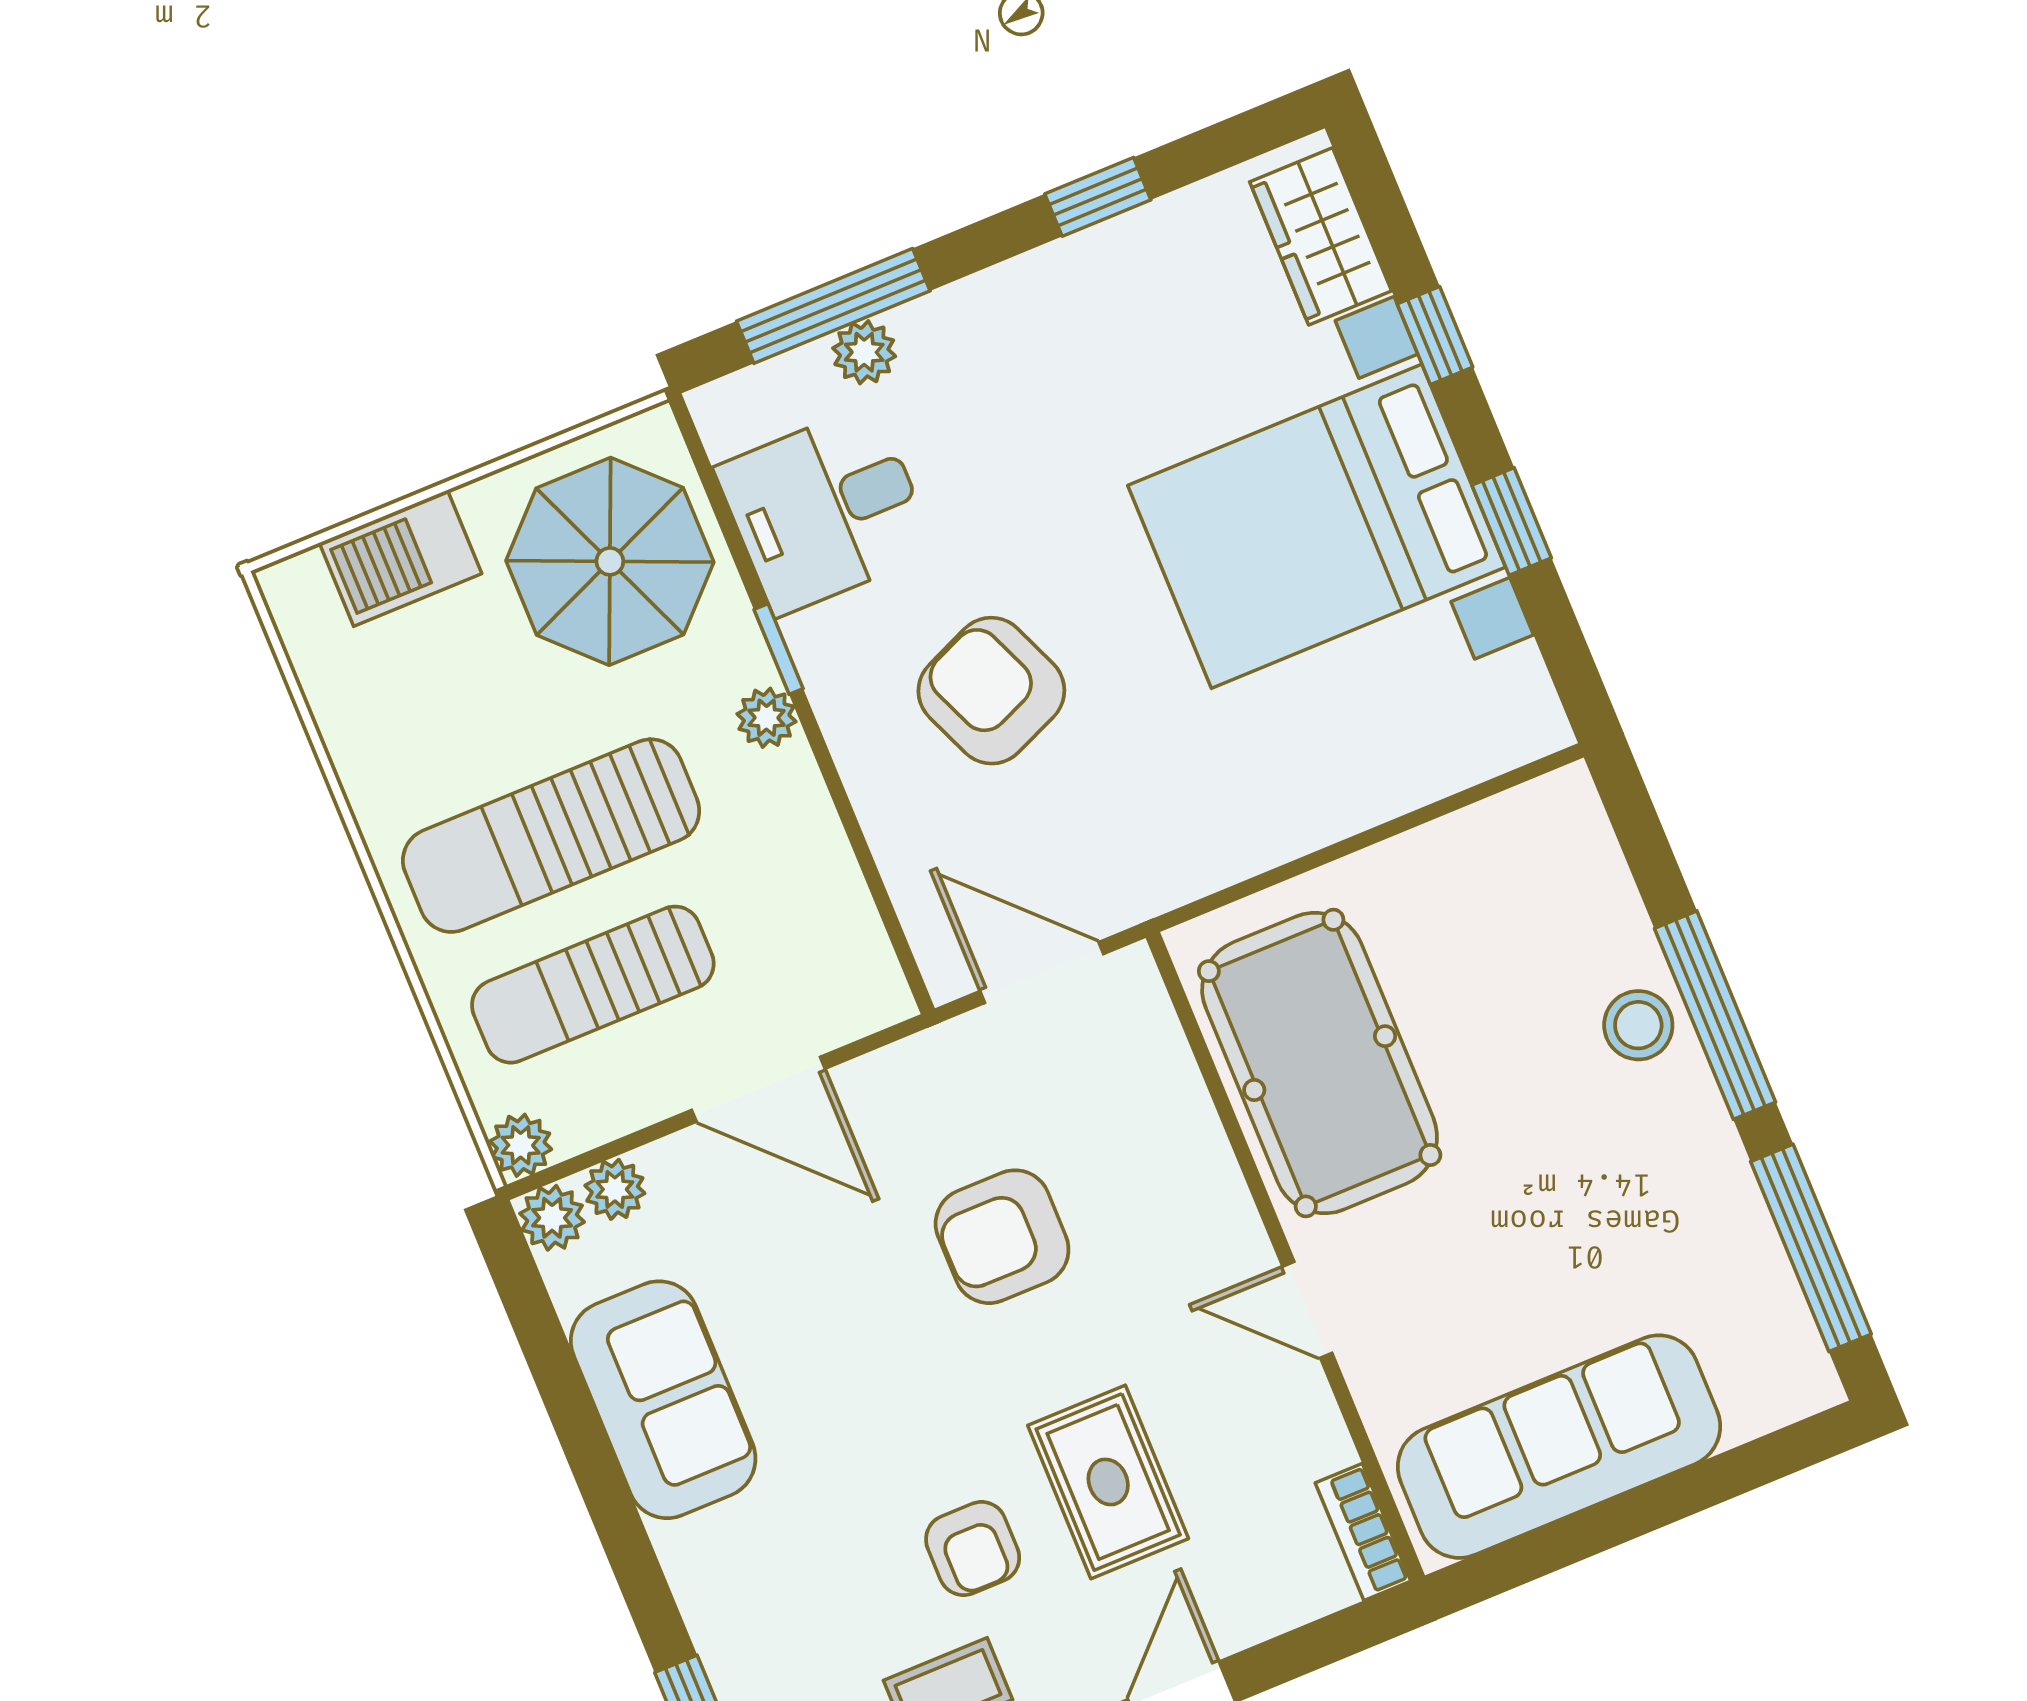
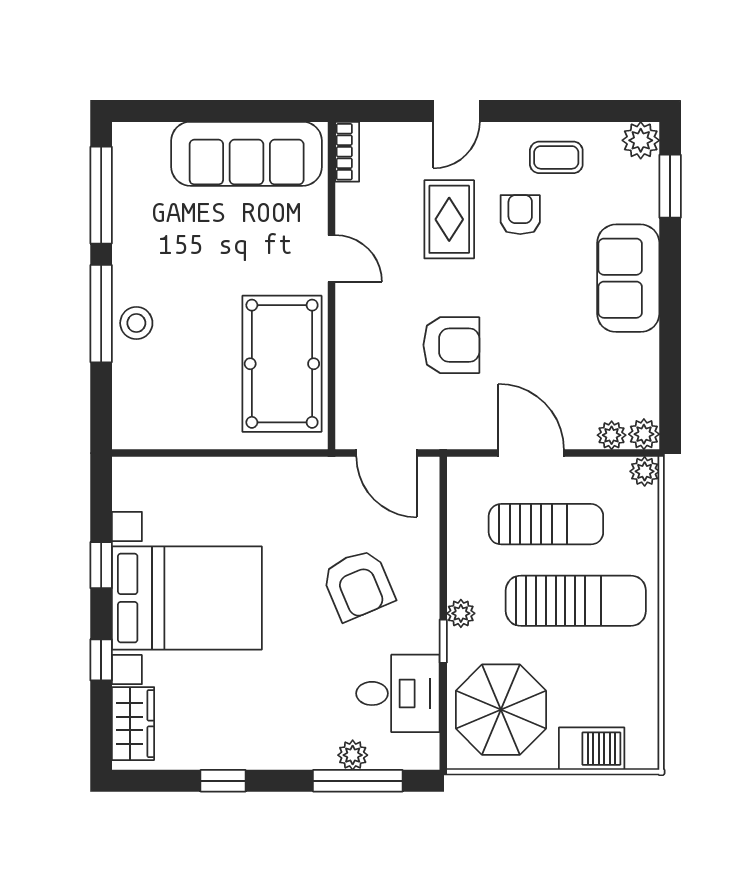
sun lounger: (593, 985) -> (546, 524), moved
sofa: (663, 1400) -> (628, 278), moved

